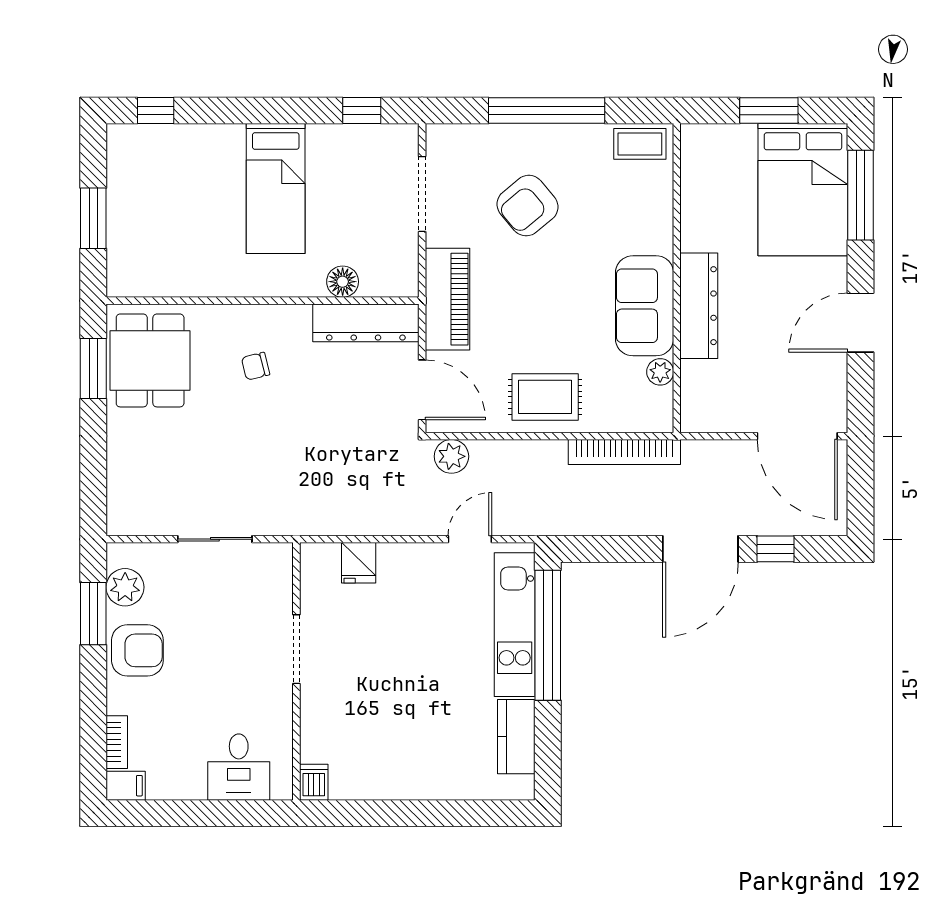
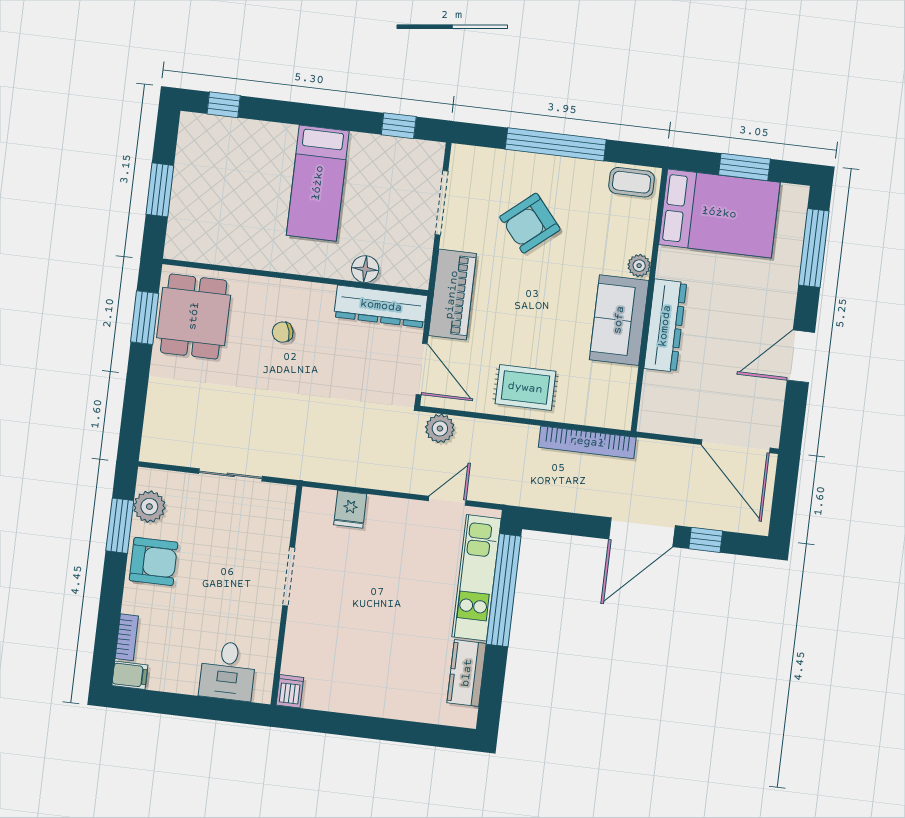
bed: (803, 190) -> (719, 213), moved, turned -90
plant: (660, 372) -> (639, 266), moved

